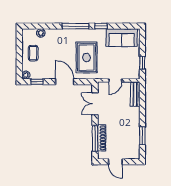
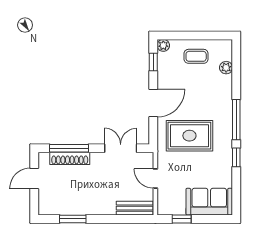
sofa: (122, 38) -> (209, 202), moved, turned 90

